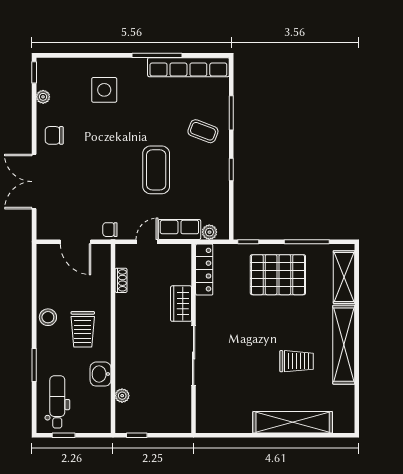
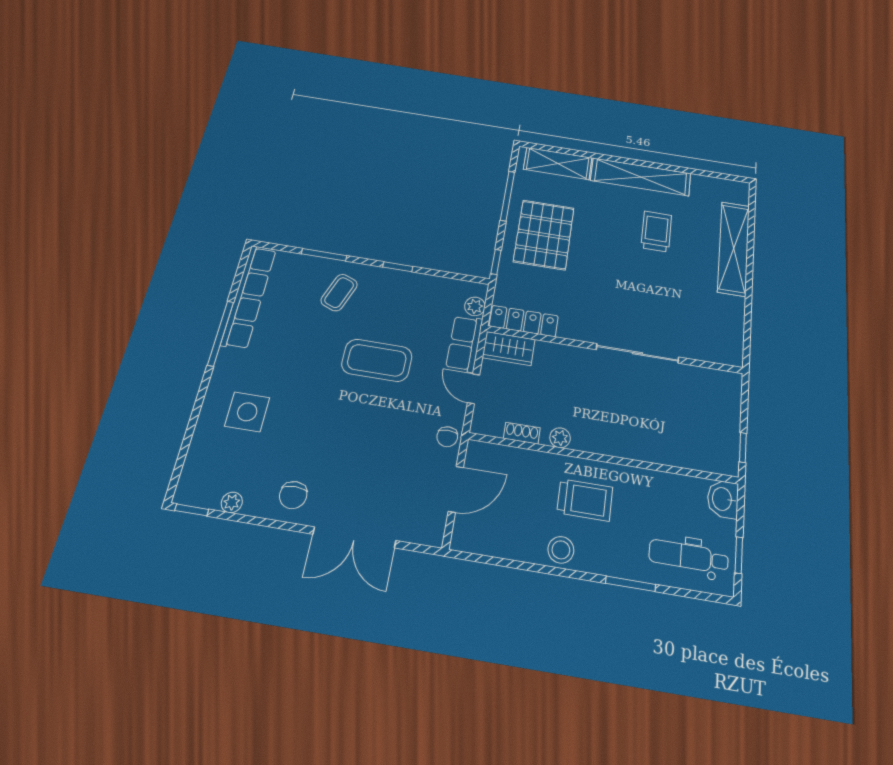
wardrobe: (181, 304) -> (509, 349), moved
washbasin: (100, 374) -> (723, 499), moved, turned 90
plant: (122, 396) -> (560, 438), moved

